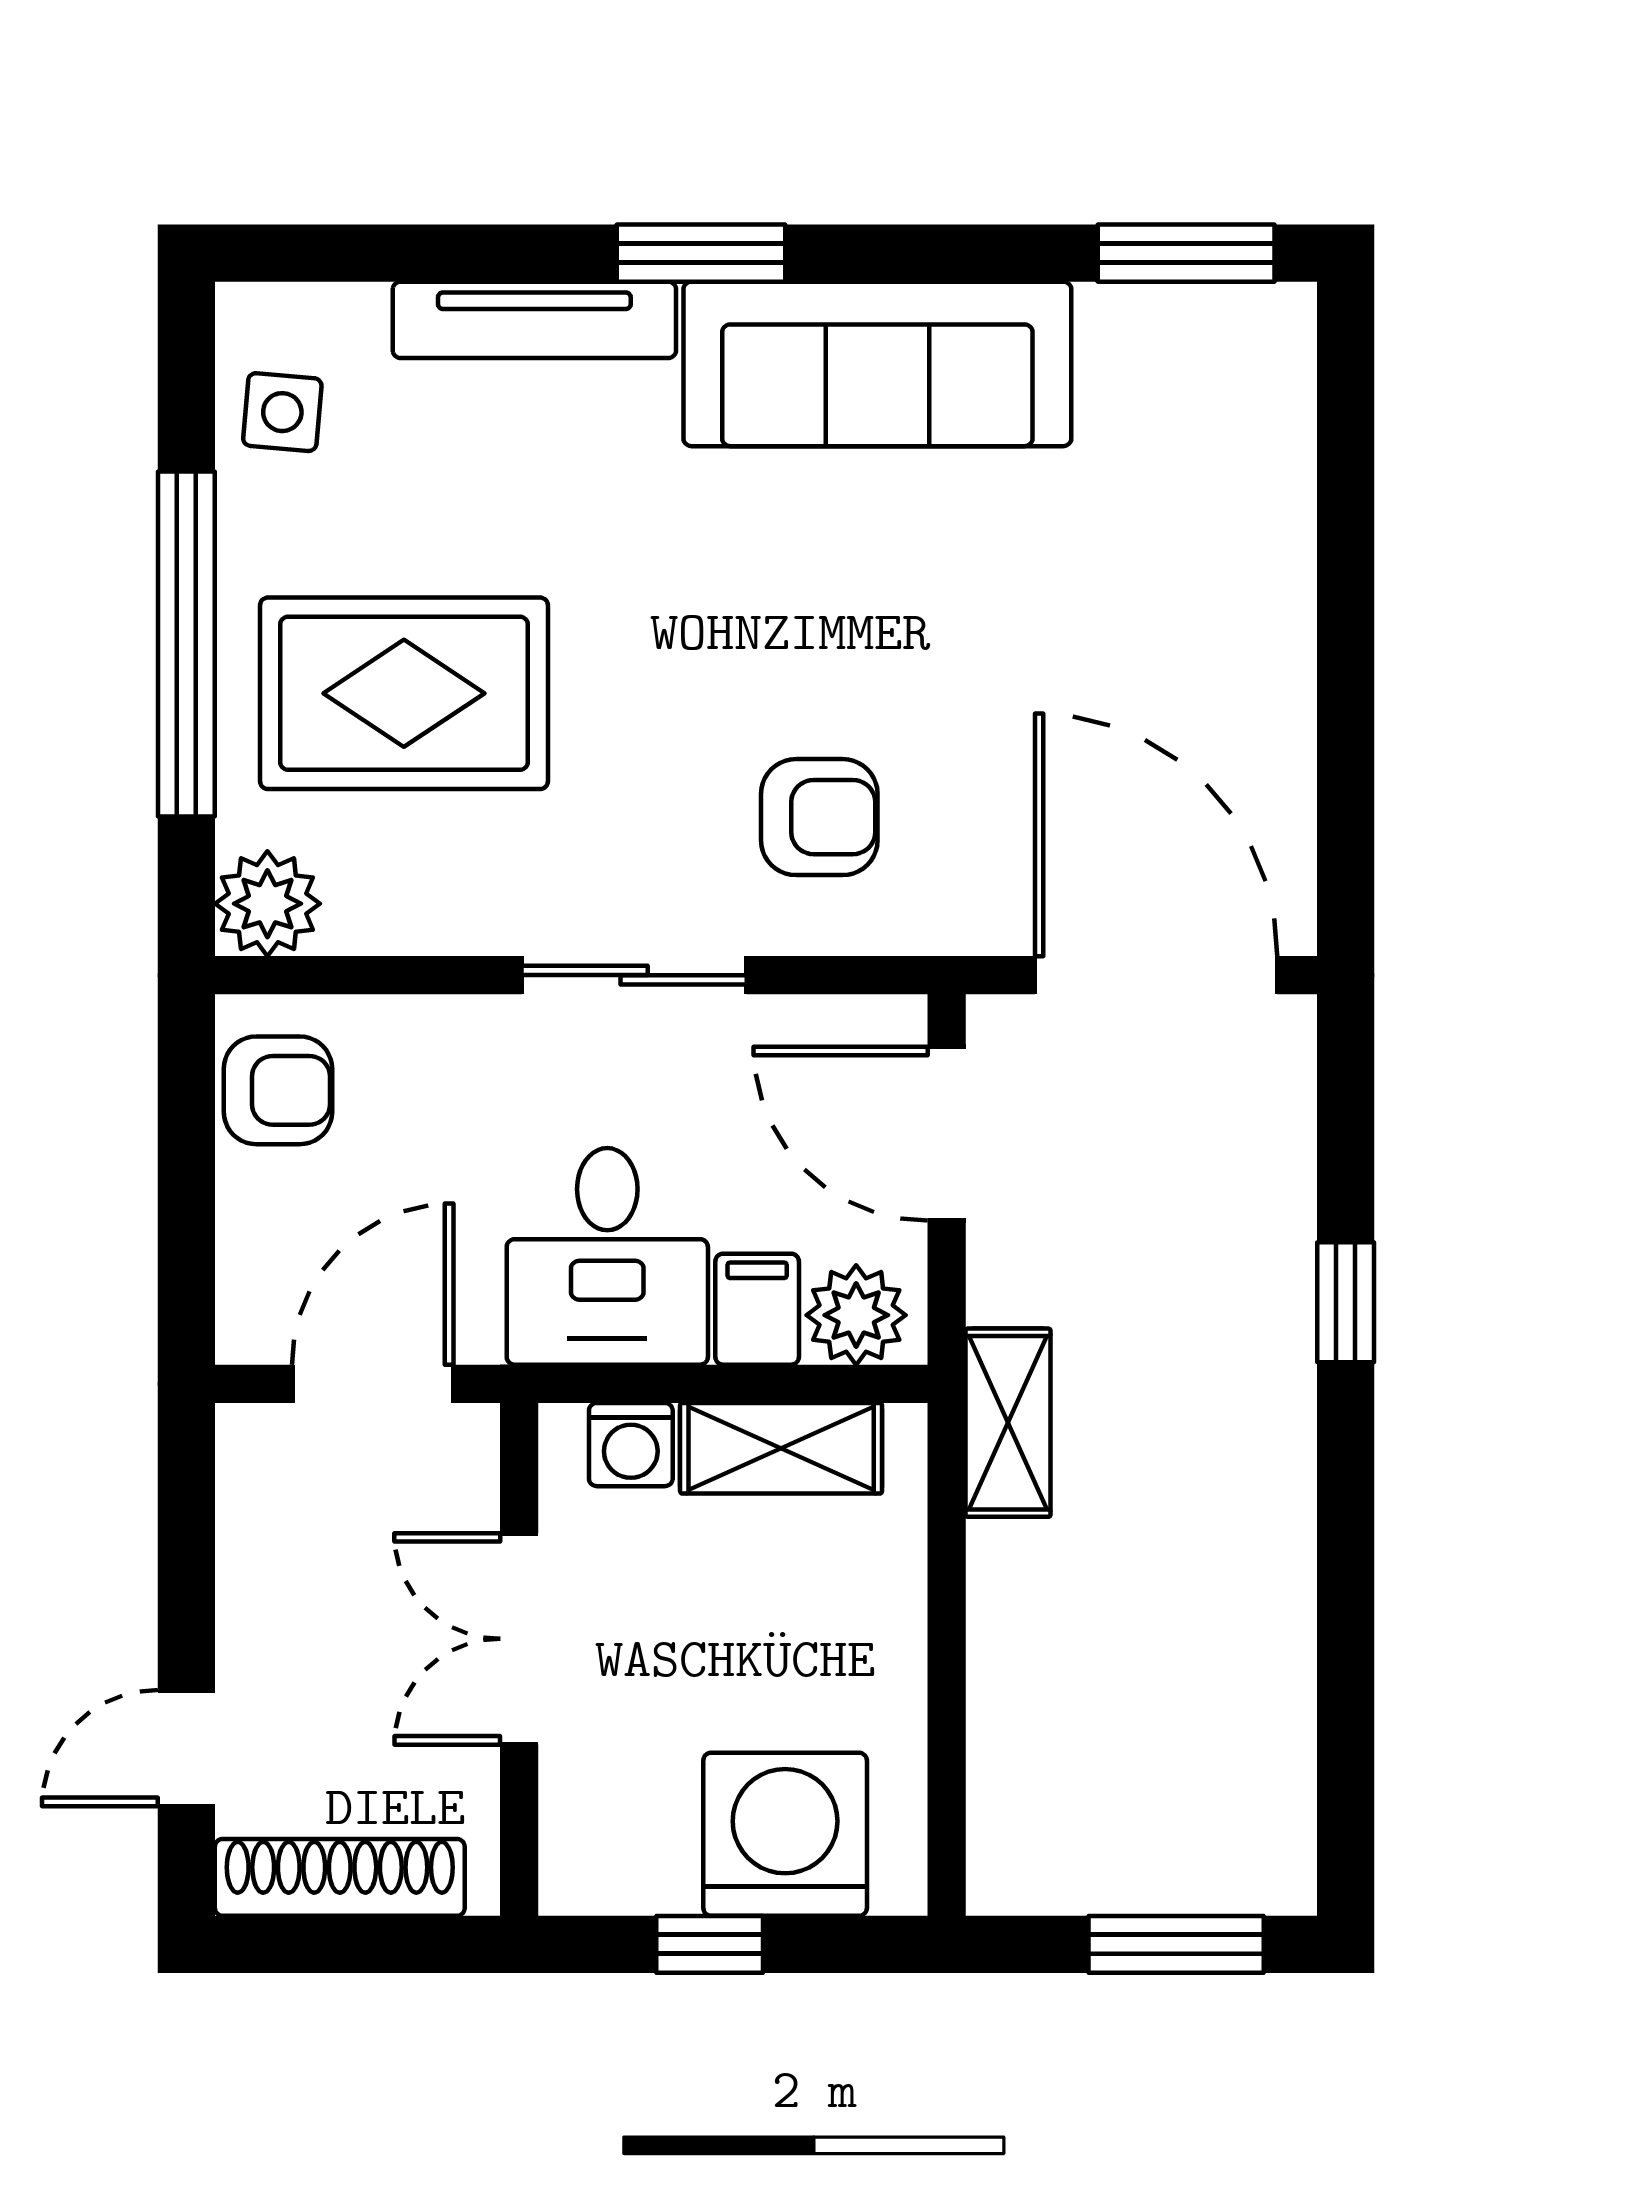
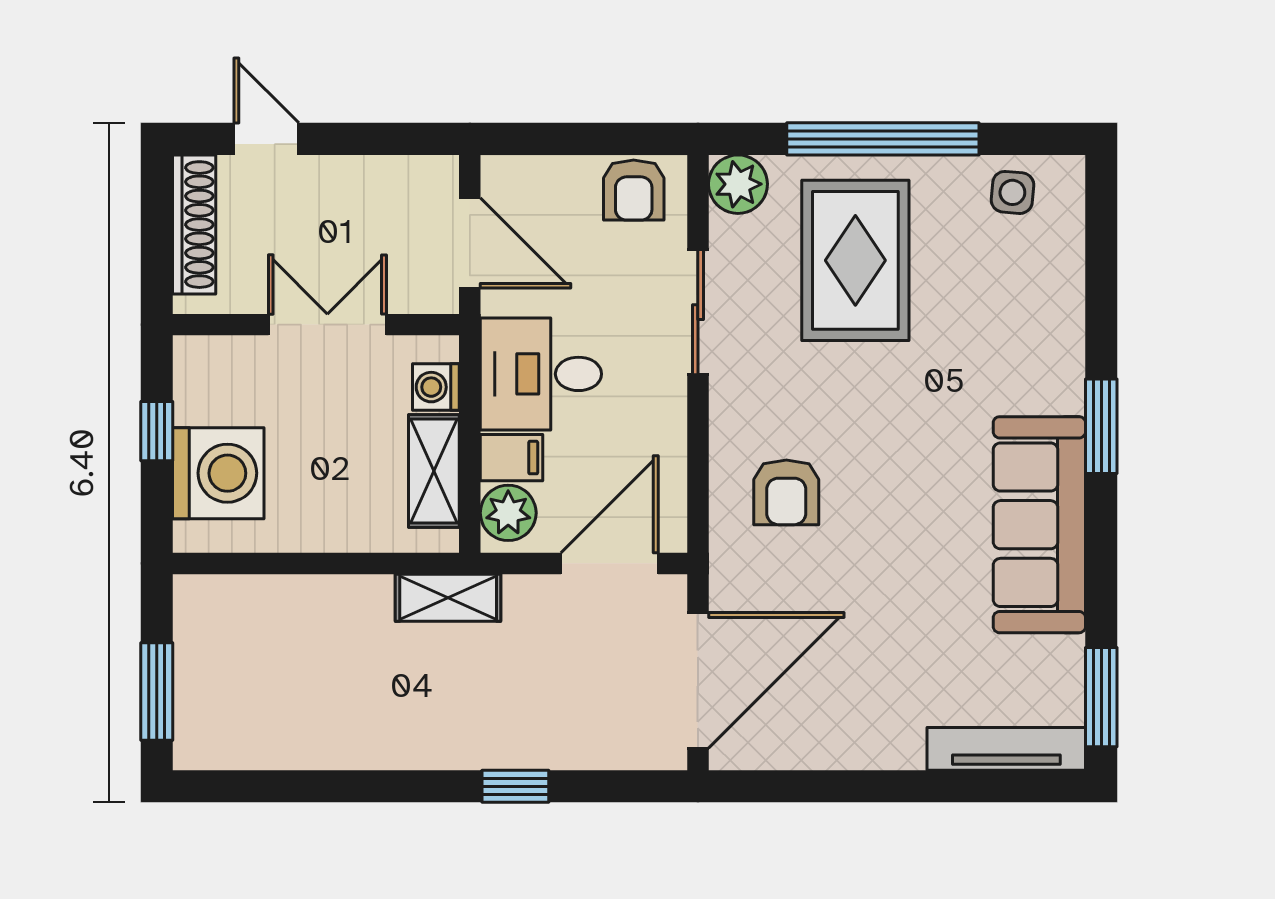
tv unit: (534, 320) -> (1006, 749), moved, turned 90
sliding door: (634, 975) -> (698, 312), moved

